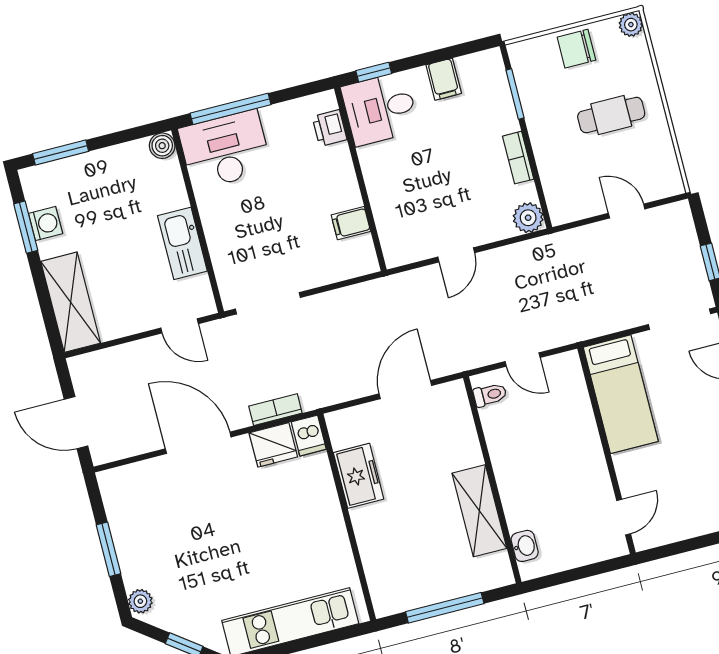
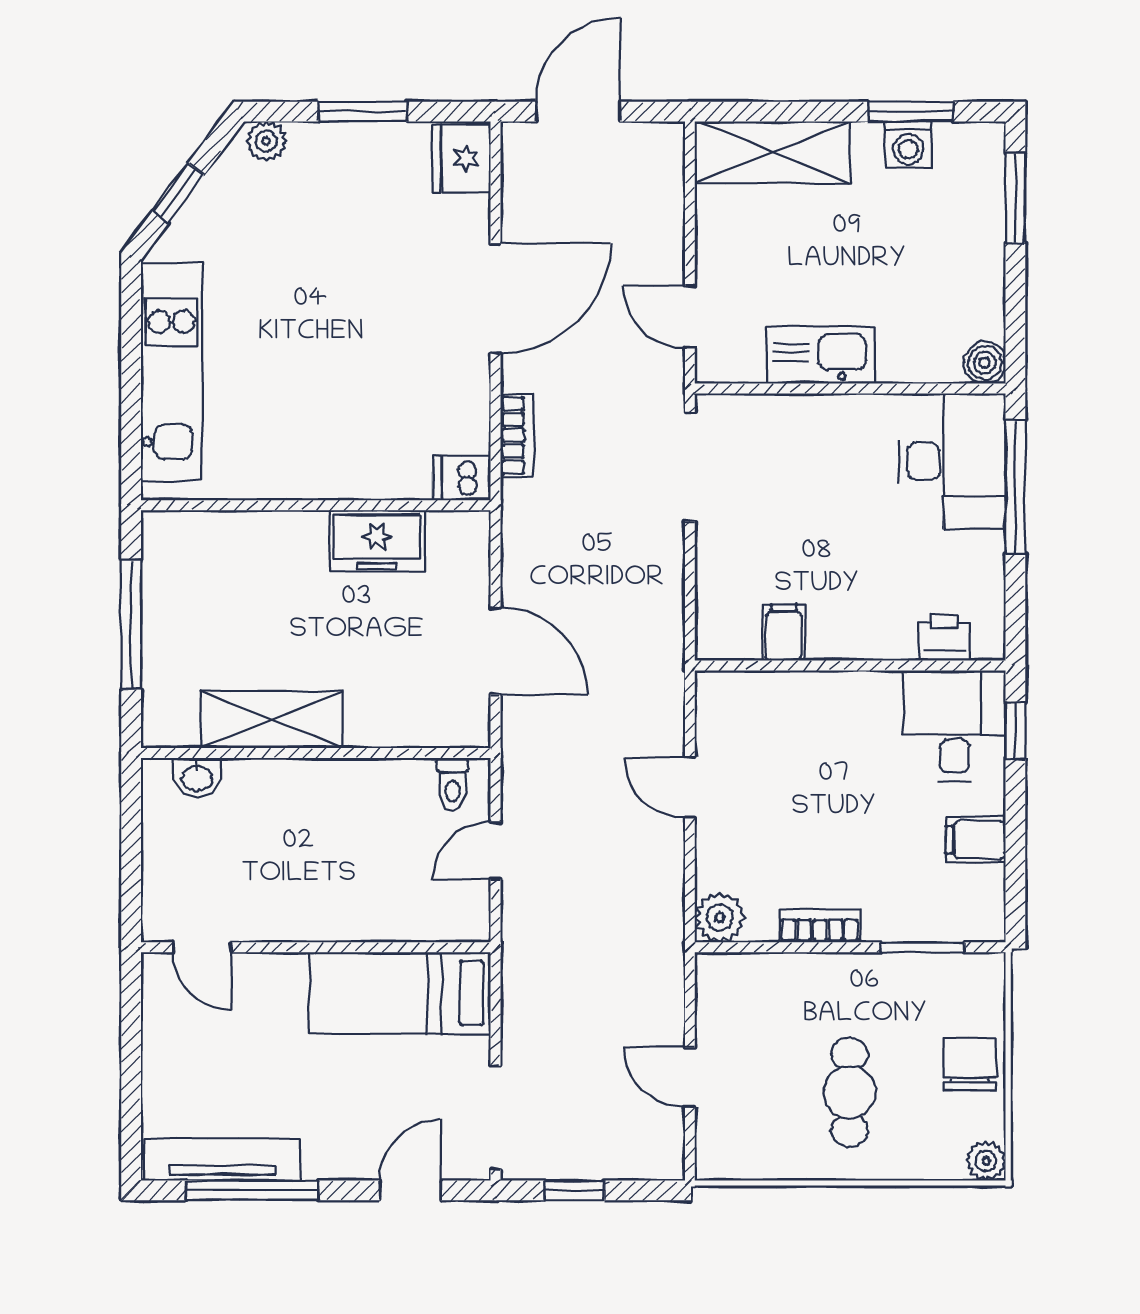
door: (627, 211) -> (690, 1077), swing flipped
door: (180, 326) -> (690, 317), hinge flipped
fridge: (273, 445) -> (461, 159), moved

